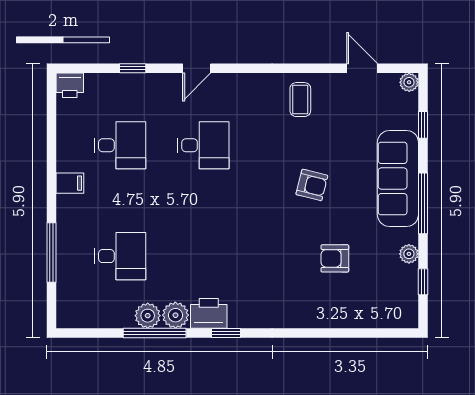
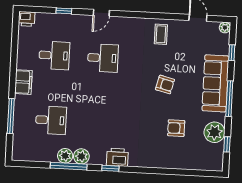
filing cabinet: (70, 183) -> (23, 82), width x2.00
plant: (409, 254) -> (214, 132), width x1.87, depth x1.87
printer: (209, 313) -> (117, 157), moved

